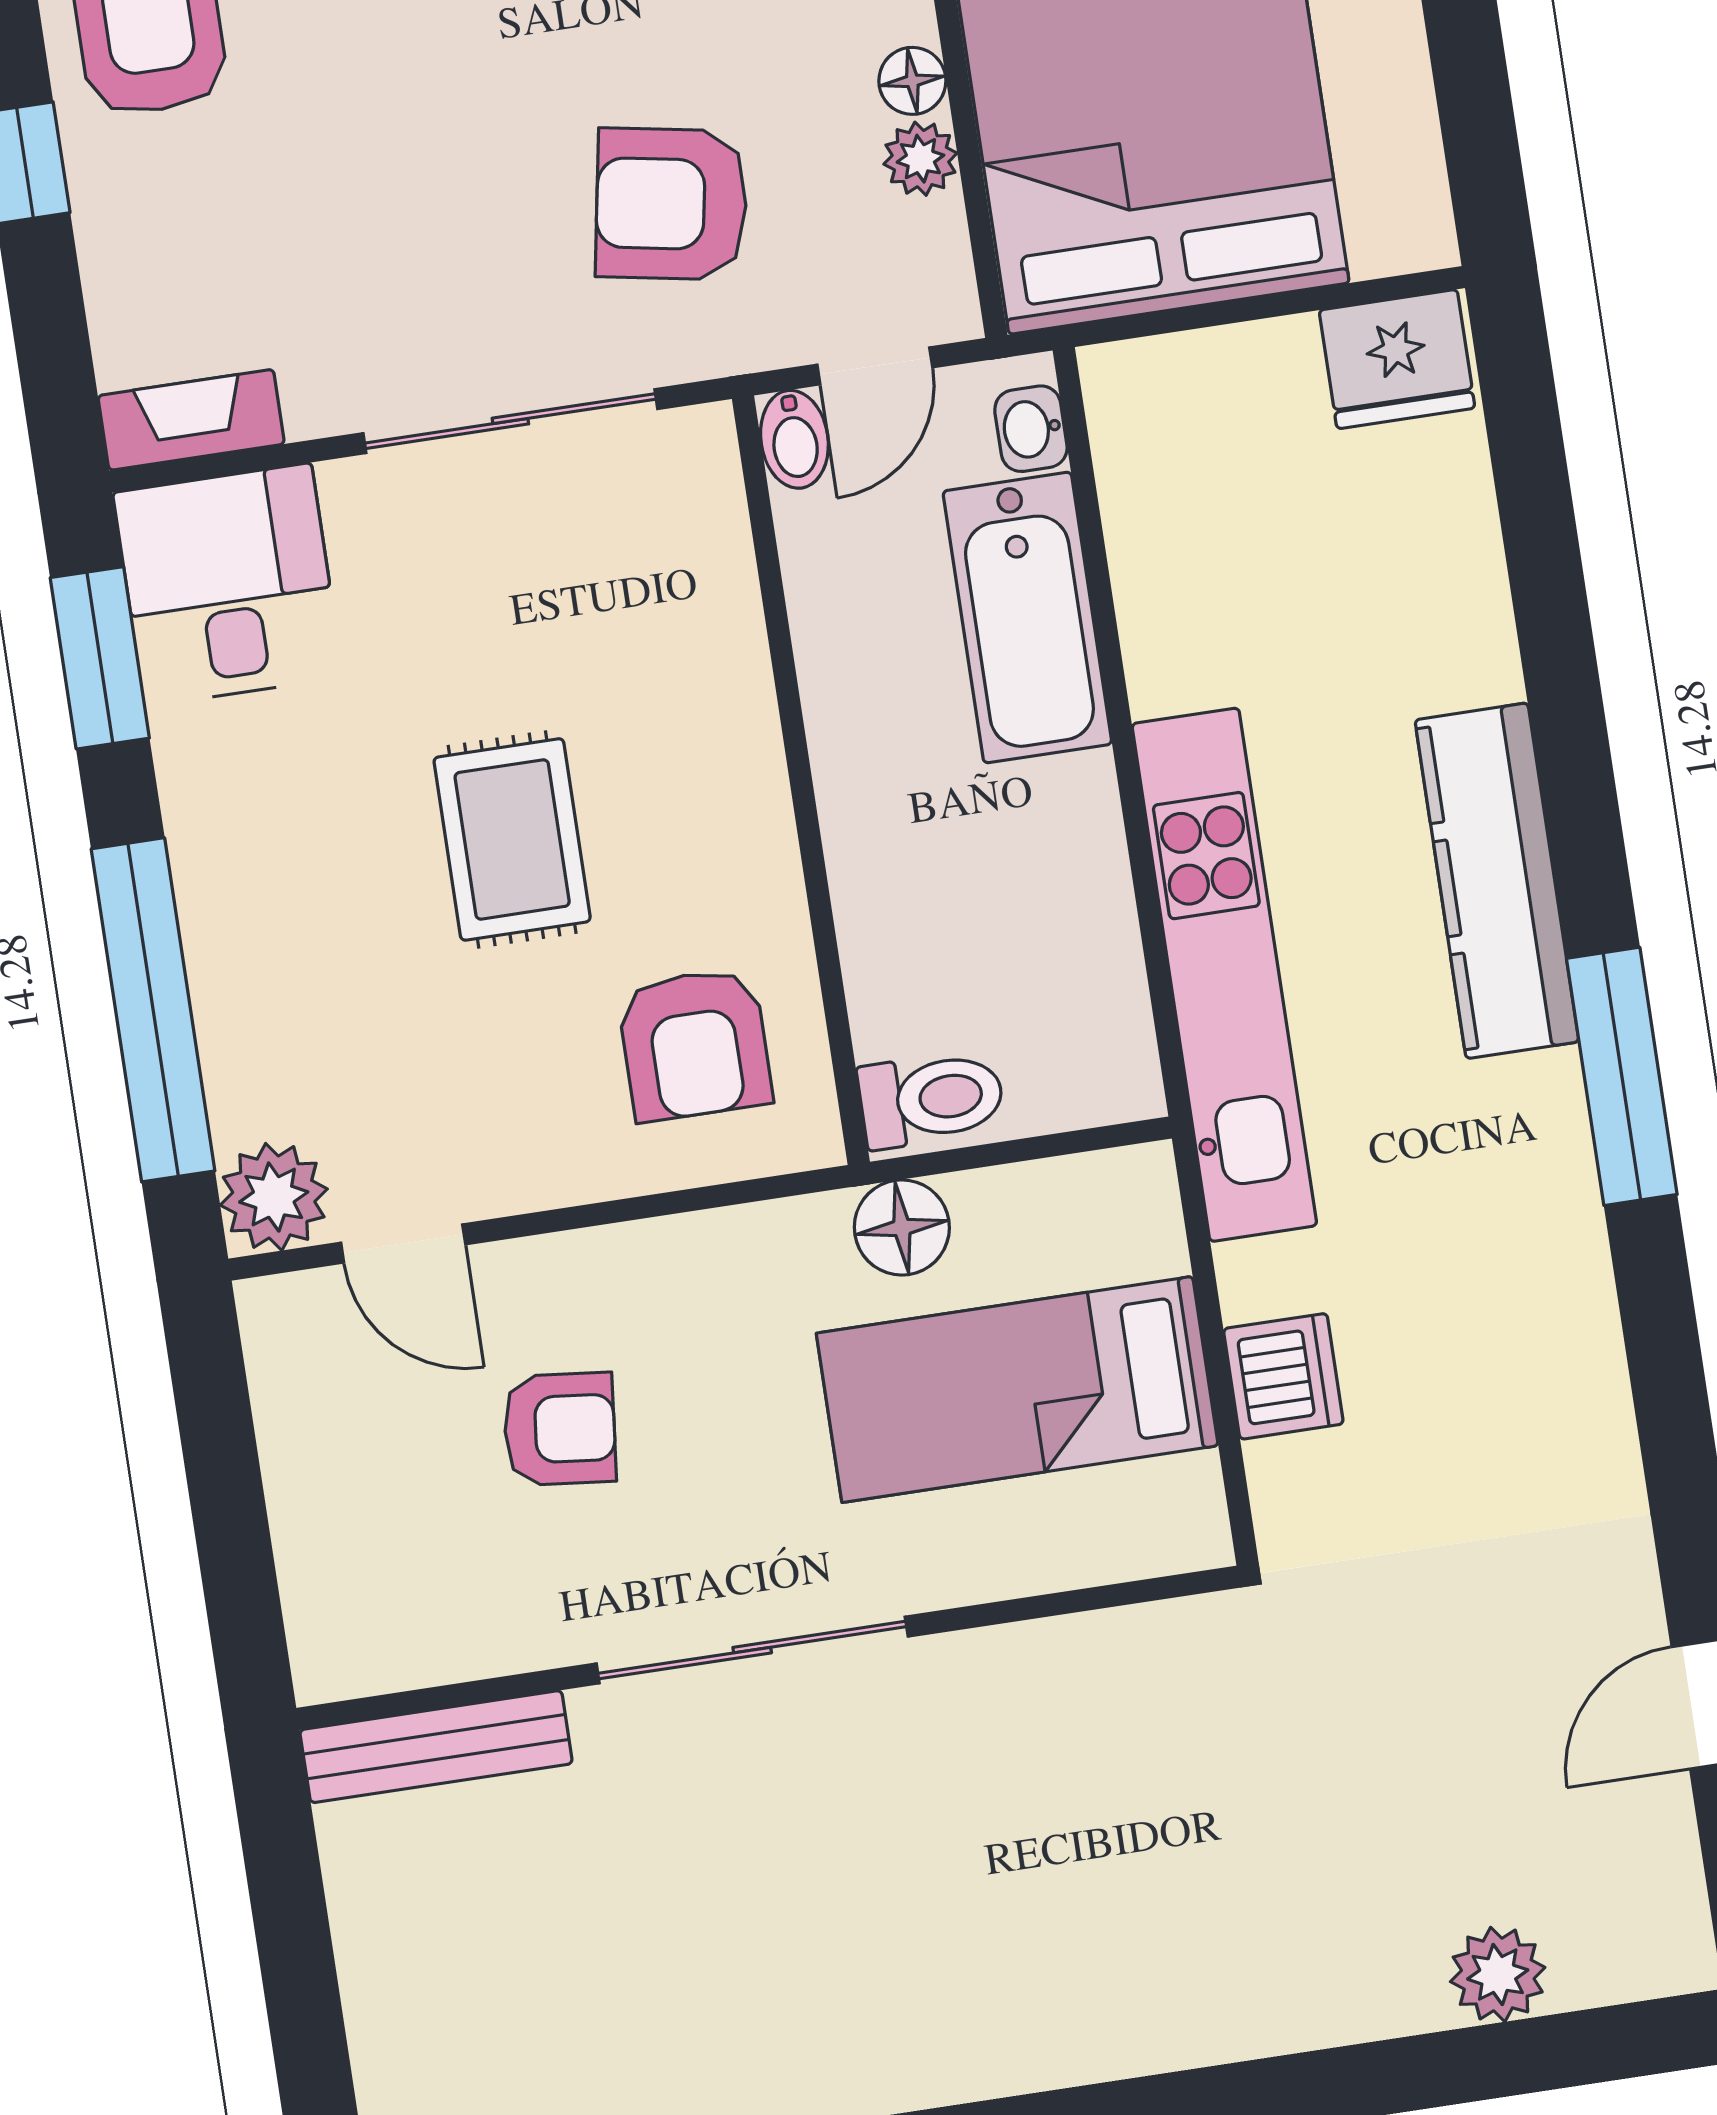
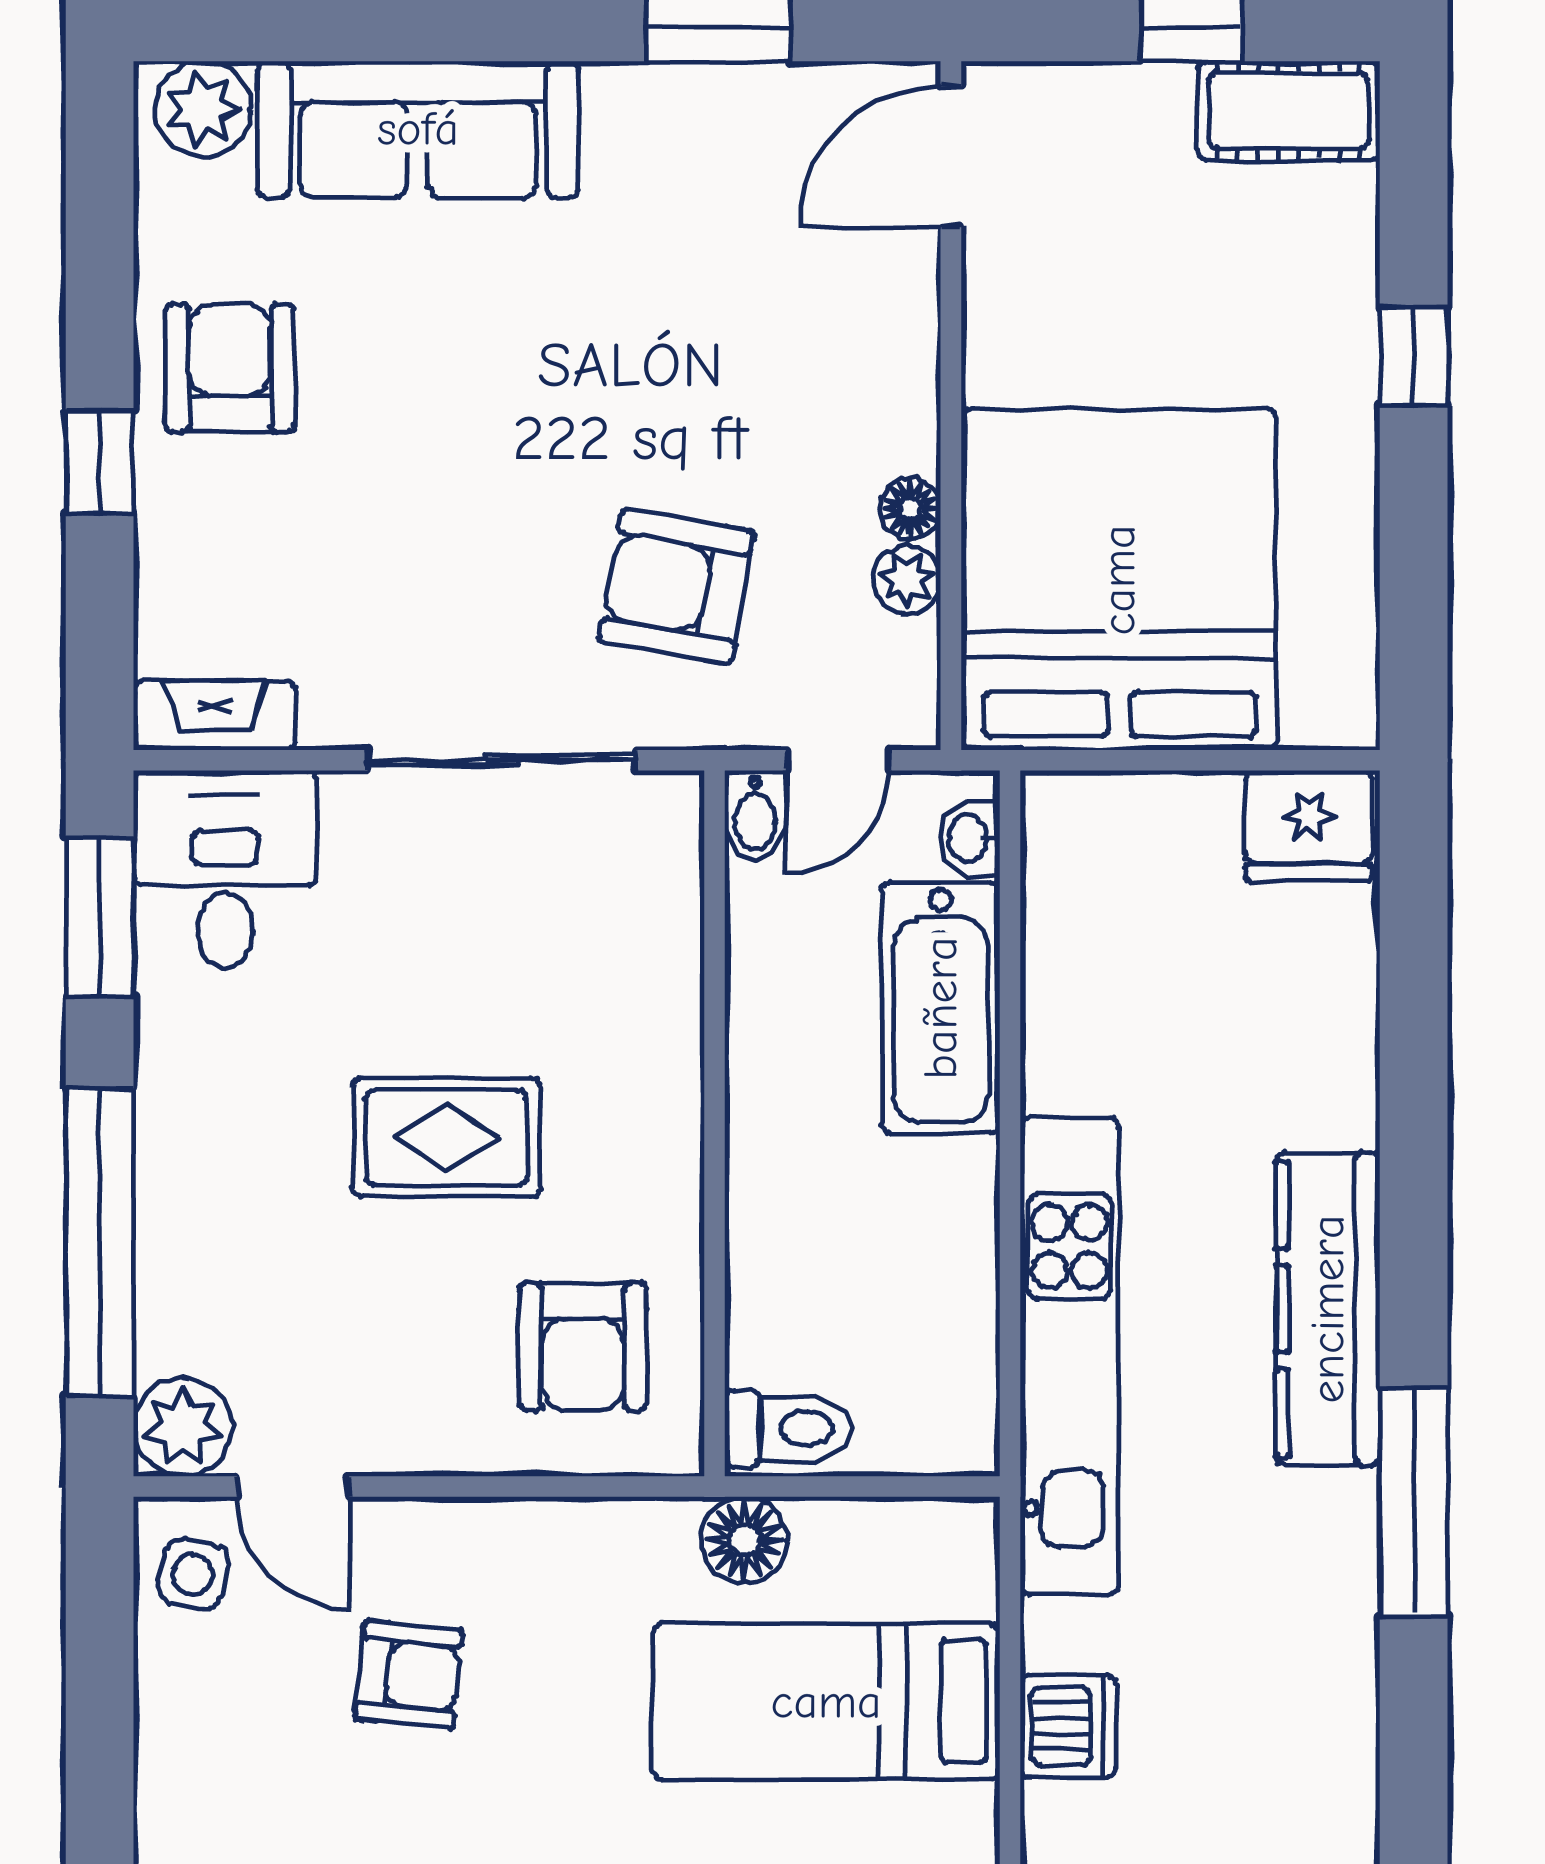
rug: (512, 839) -> (446, 1137), turned 90
side table: (309, 1355) -> (193, 1574), added

